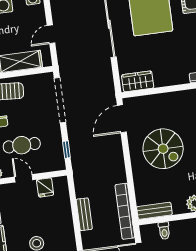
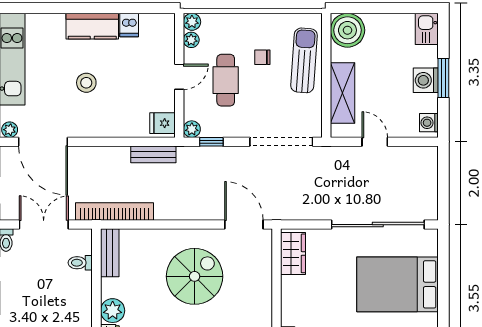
spiral stairs: (163, 149) -> (195, 276), turned 180
plant: (59, 165) -> (192, 129), added
fridge: (45, 187) -> (163, 123), moved
bench: (84, 214) -> (153, 154), moved

